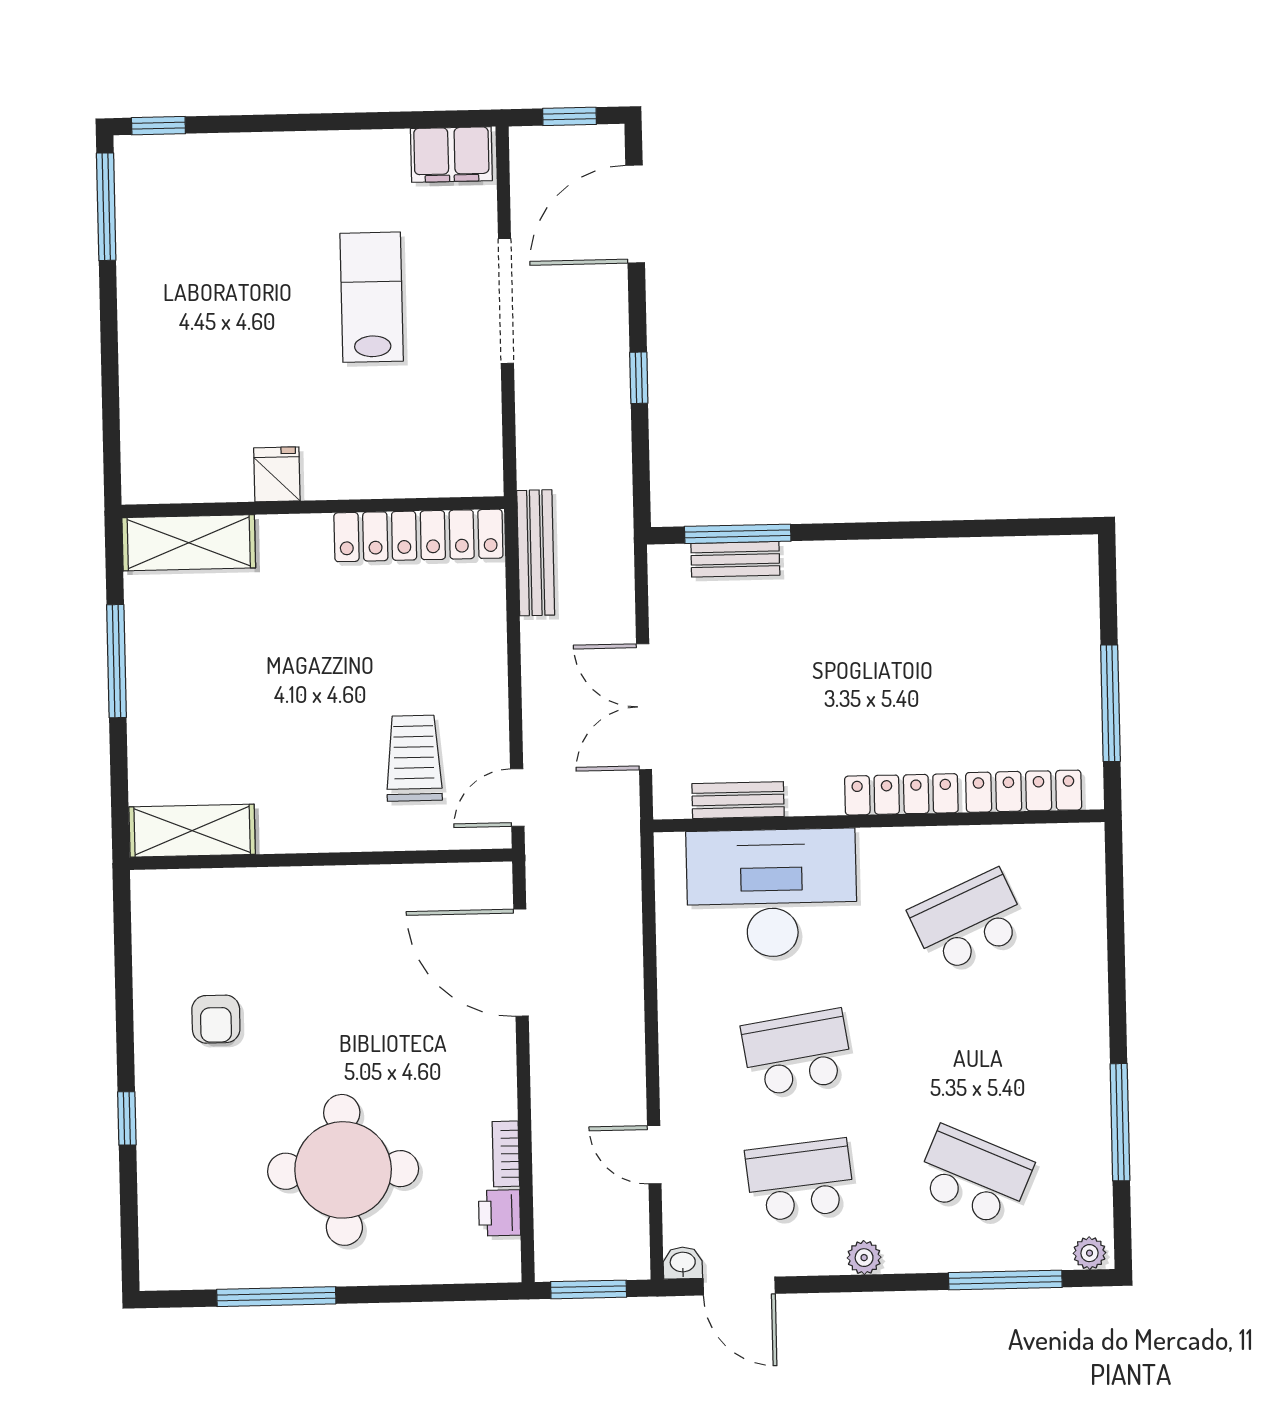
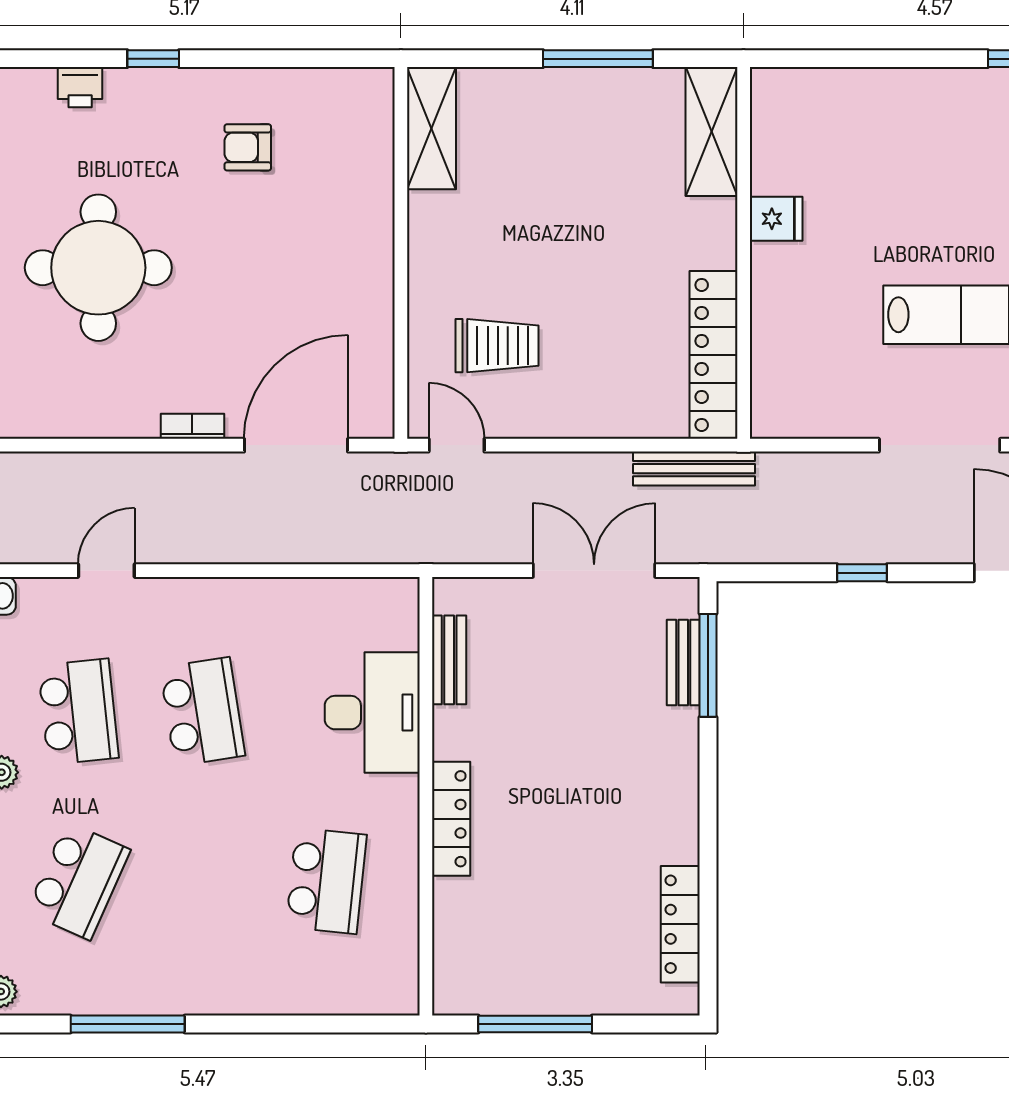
double door: (644, 707) -> (594, 571), moved
locker: (1024, 791) -> (680, 924), moved, turned 180
desk: (772, 893) -> (372, 713), width x0.73, depth x0.77
school desk: (968, 921) -> (326, 881), turned 30
bookcase: (506, 1154) -> (192, 426), moved
printer: (499, 1213) -> (80, 87), moved, turned 180

